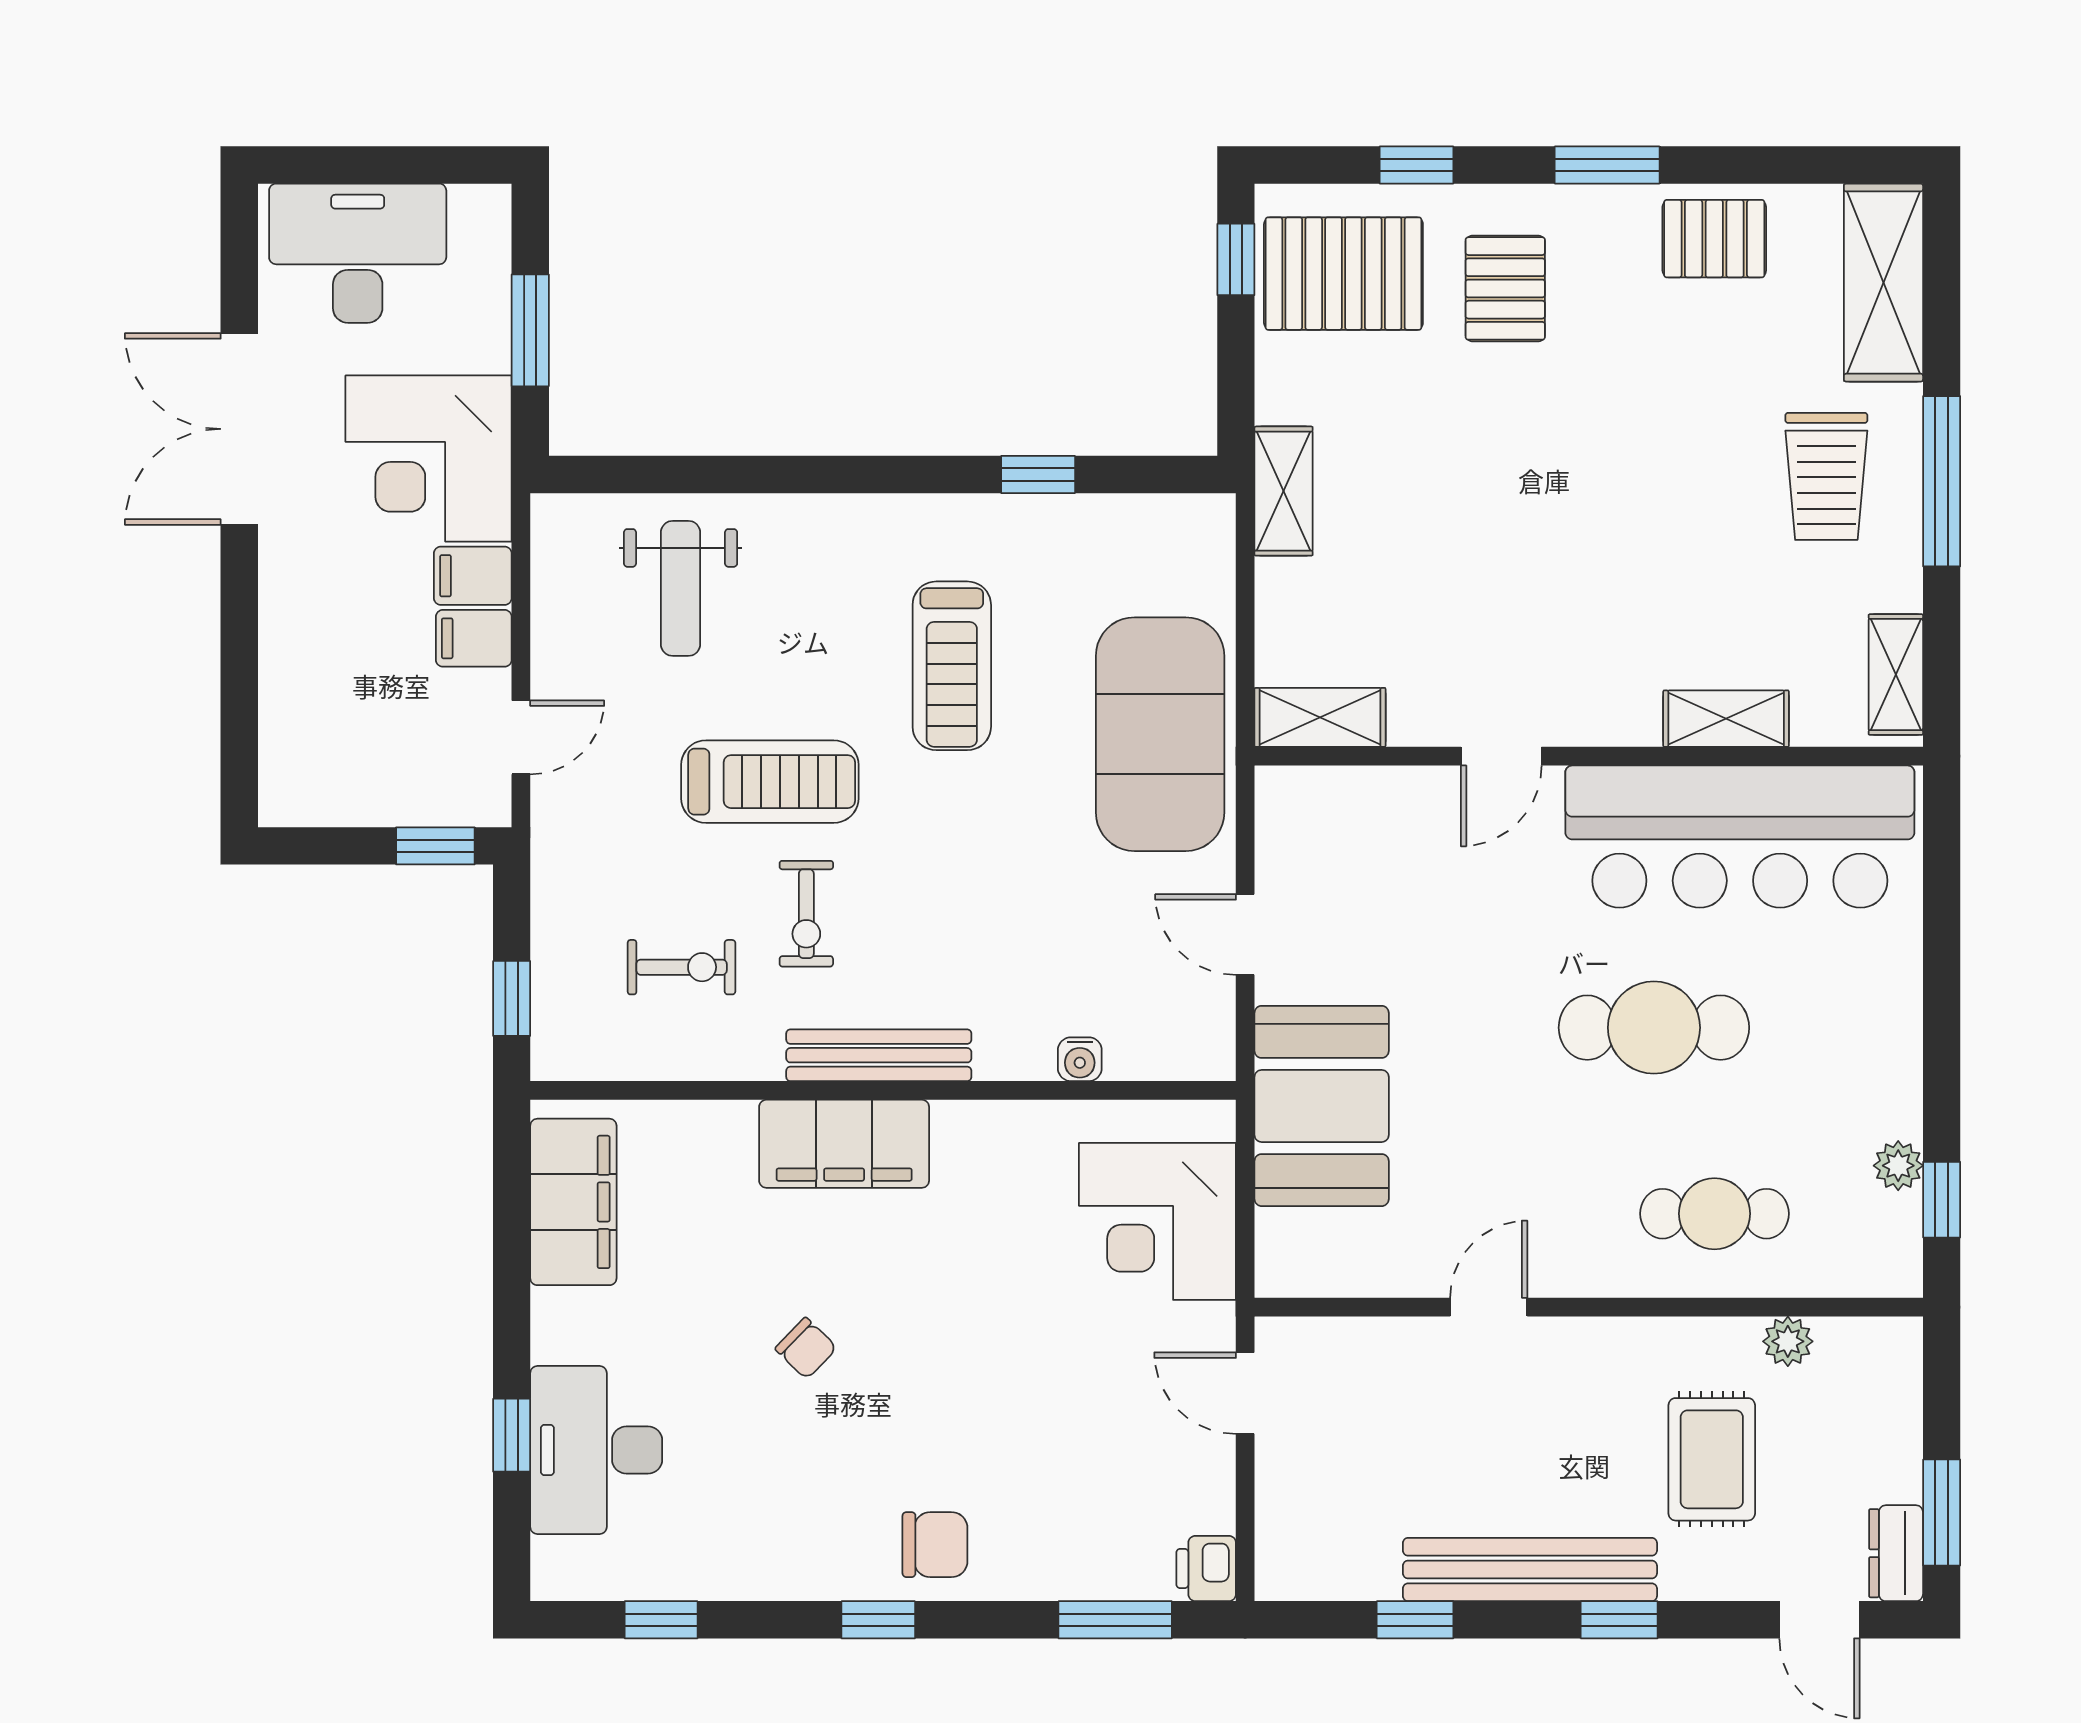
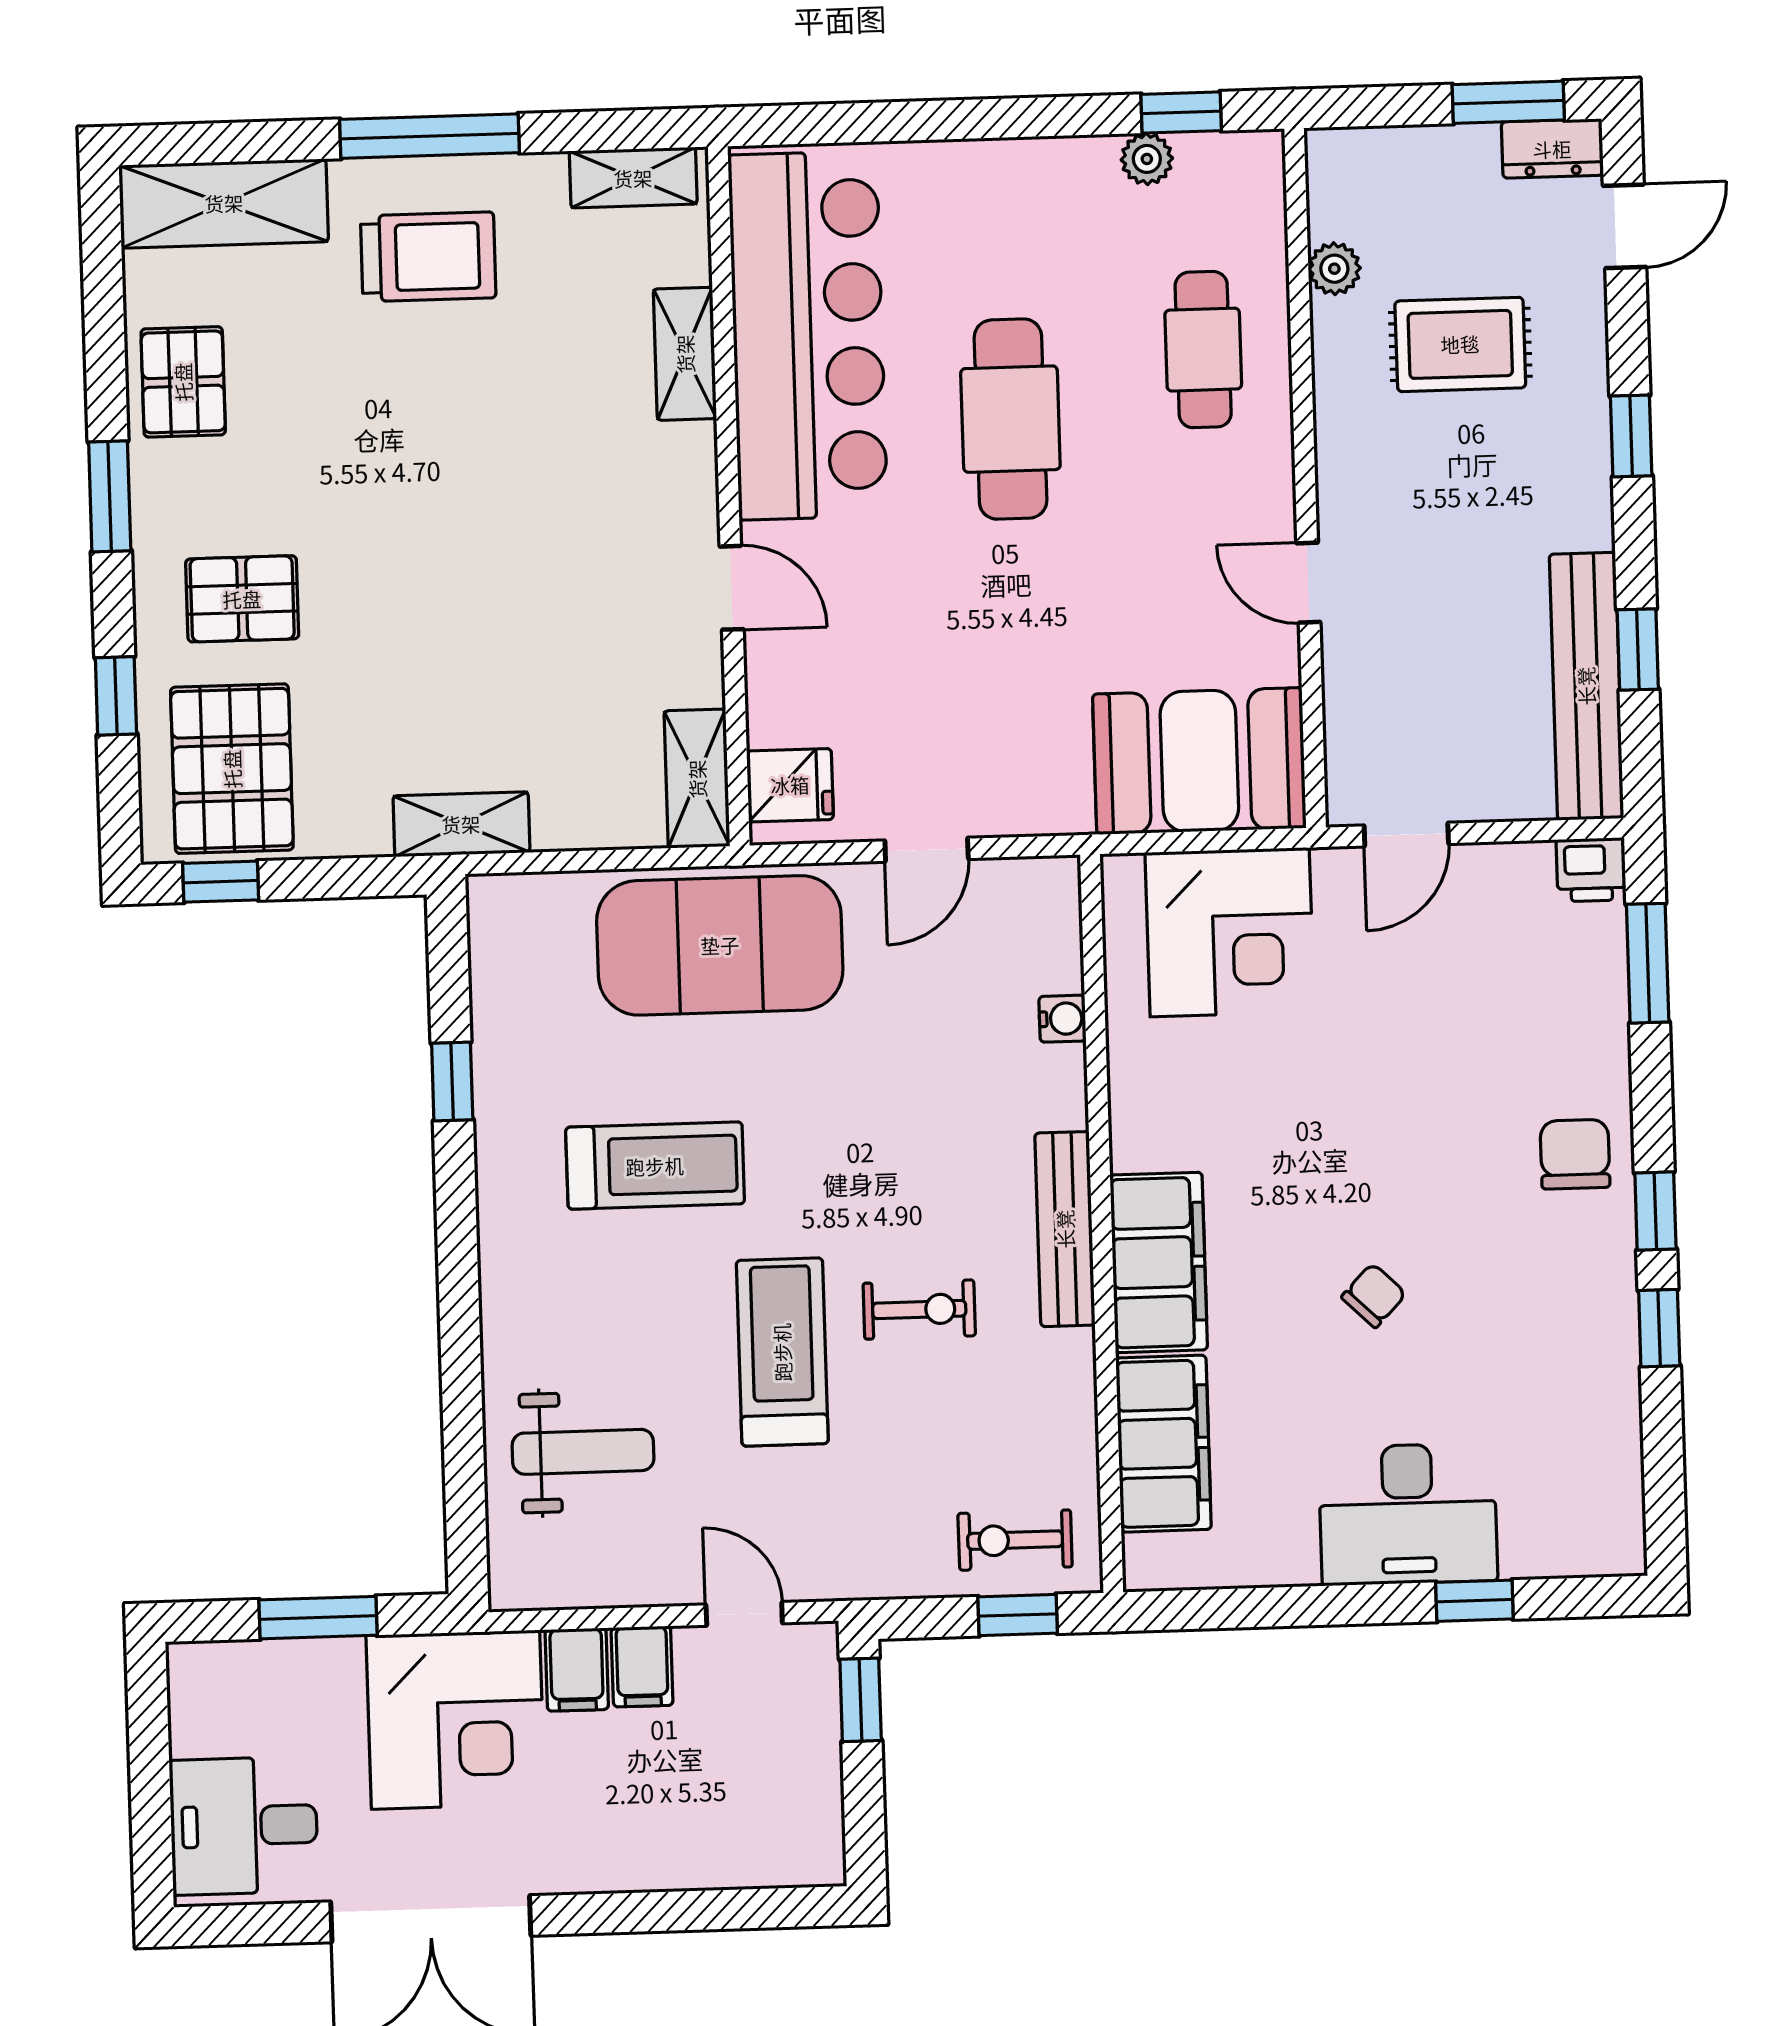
desk: (358, 253) -> (244, 1826), width x0.73
fridge: (1311, 806) -> (790, 785), added
exercise bike: (682, 967) -> (1015, 1540), moved, turned -90
booth: (1322, 1106) -> (1199, 761), moved
filing cabinet: (573, 1202) -> (1163, 1444), moved, turned 90
desk: (596, 1450) -> (1408, 1514), moved
bench: (1530, 1570) -> (1586, 686), moved
window: (661, 1620) -> (1659, 1328), moved

